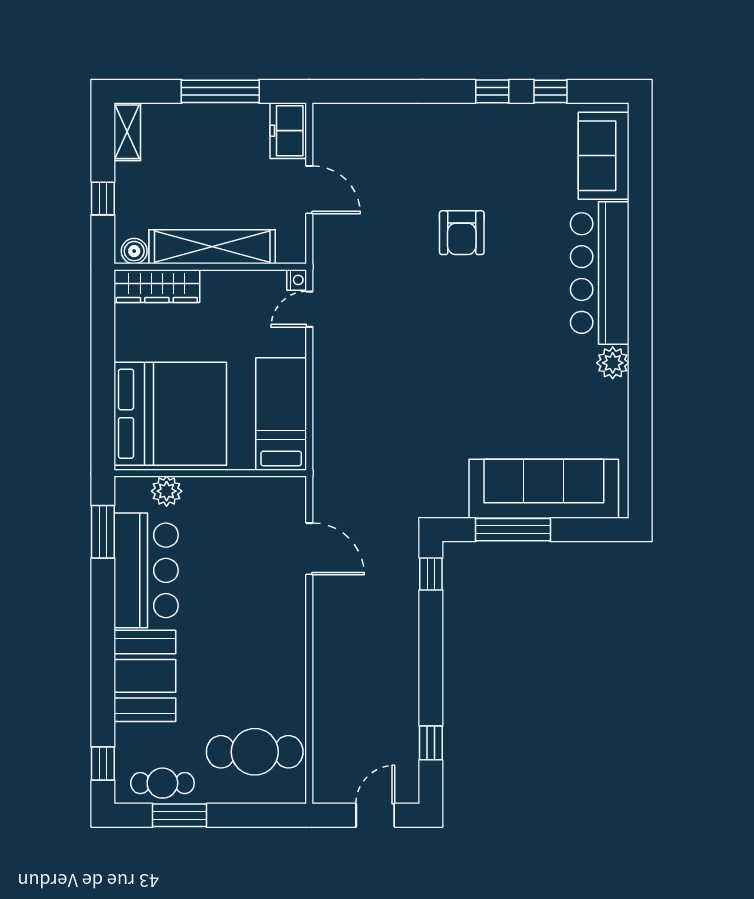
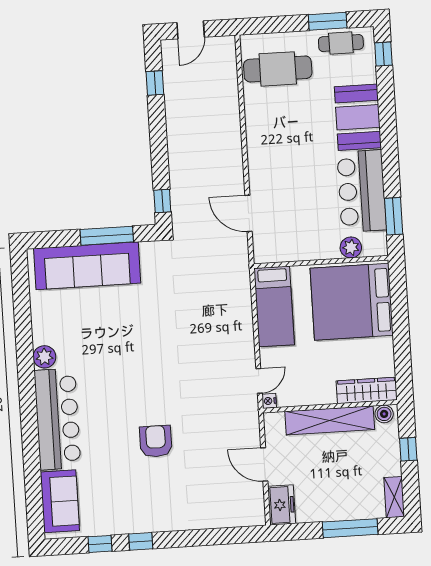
window: (220, 91) -> (350, 528), moved

